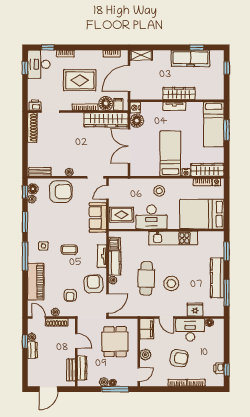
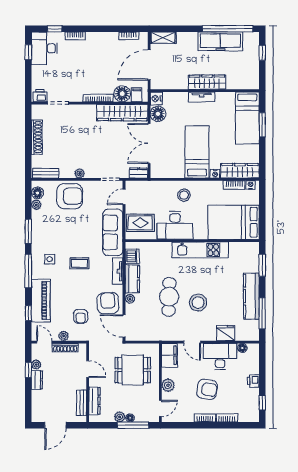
window: (197, 47) -> (228, 29), width x3.17
rug: (80, 80) -> (92, 67), removed
shoe rack: (32, 128) -> (37, 137), moved
dresser: (120, 172) -> (138, 173), added
window: (25, 192) -> (28, 313), moved
sofa: (98, 218) -> (113, 232), width x1.36
door: (107, 304) -> (124, 326), swing flipped
dining table: (115, 342) -> (133, 370), turned 90
printer: (219, 368) -> (253, 381), moved

